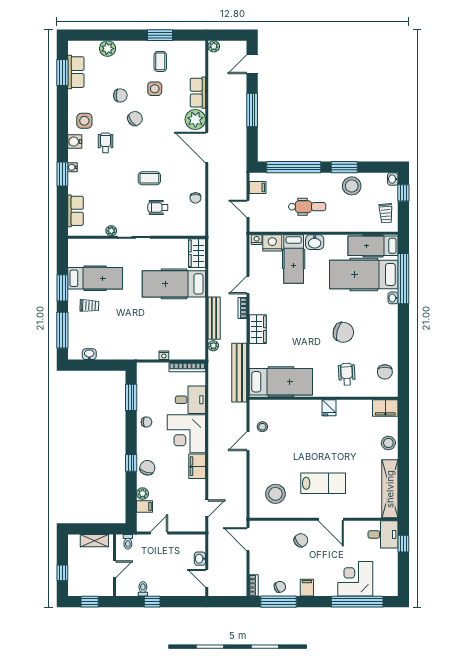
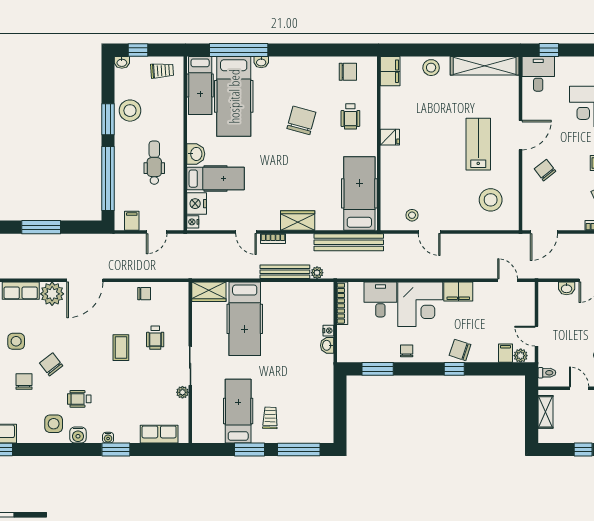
washbasin: (89, 354) -> (327, 345), moved
wheelchair: (347, 374) -> (350, 116), turned -87
plant: (143, 494) -> (521, 356), moved

